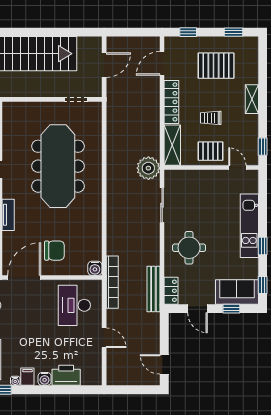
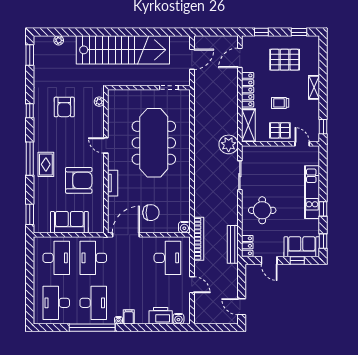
desk: (74, 305) -> (167, 258), turned 180
water cooler: (45, 379) -> (178, 319), moved

